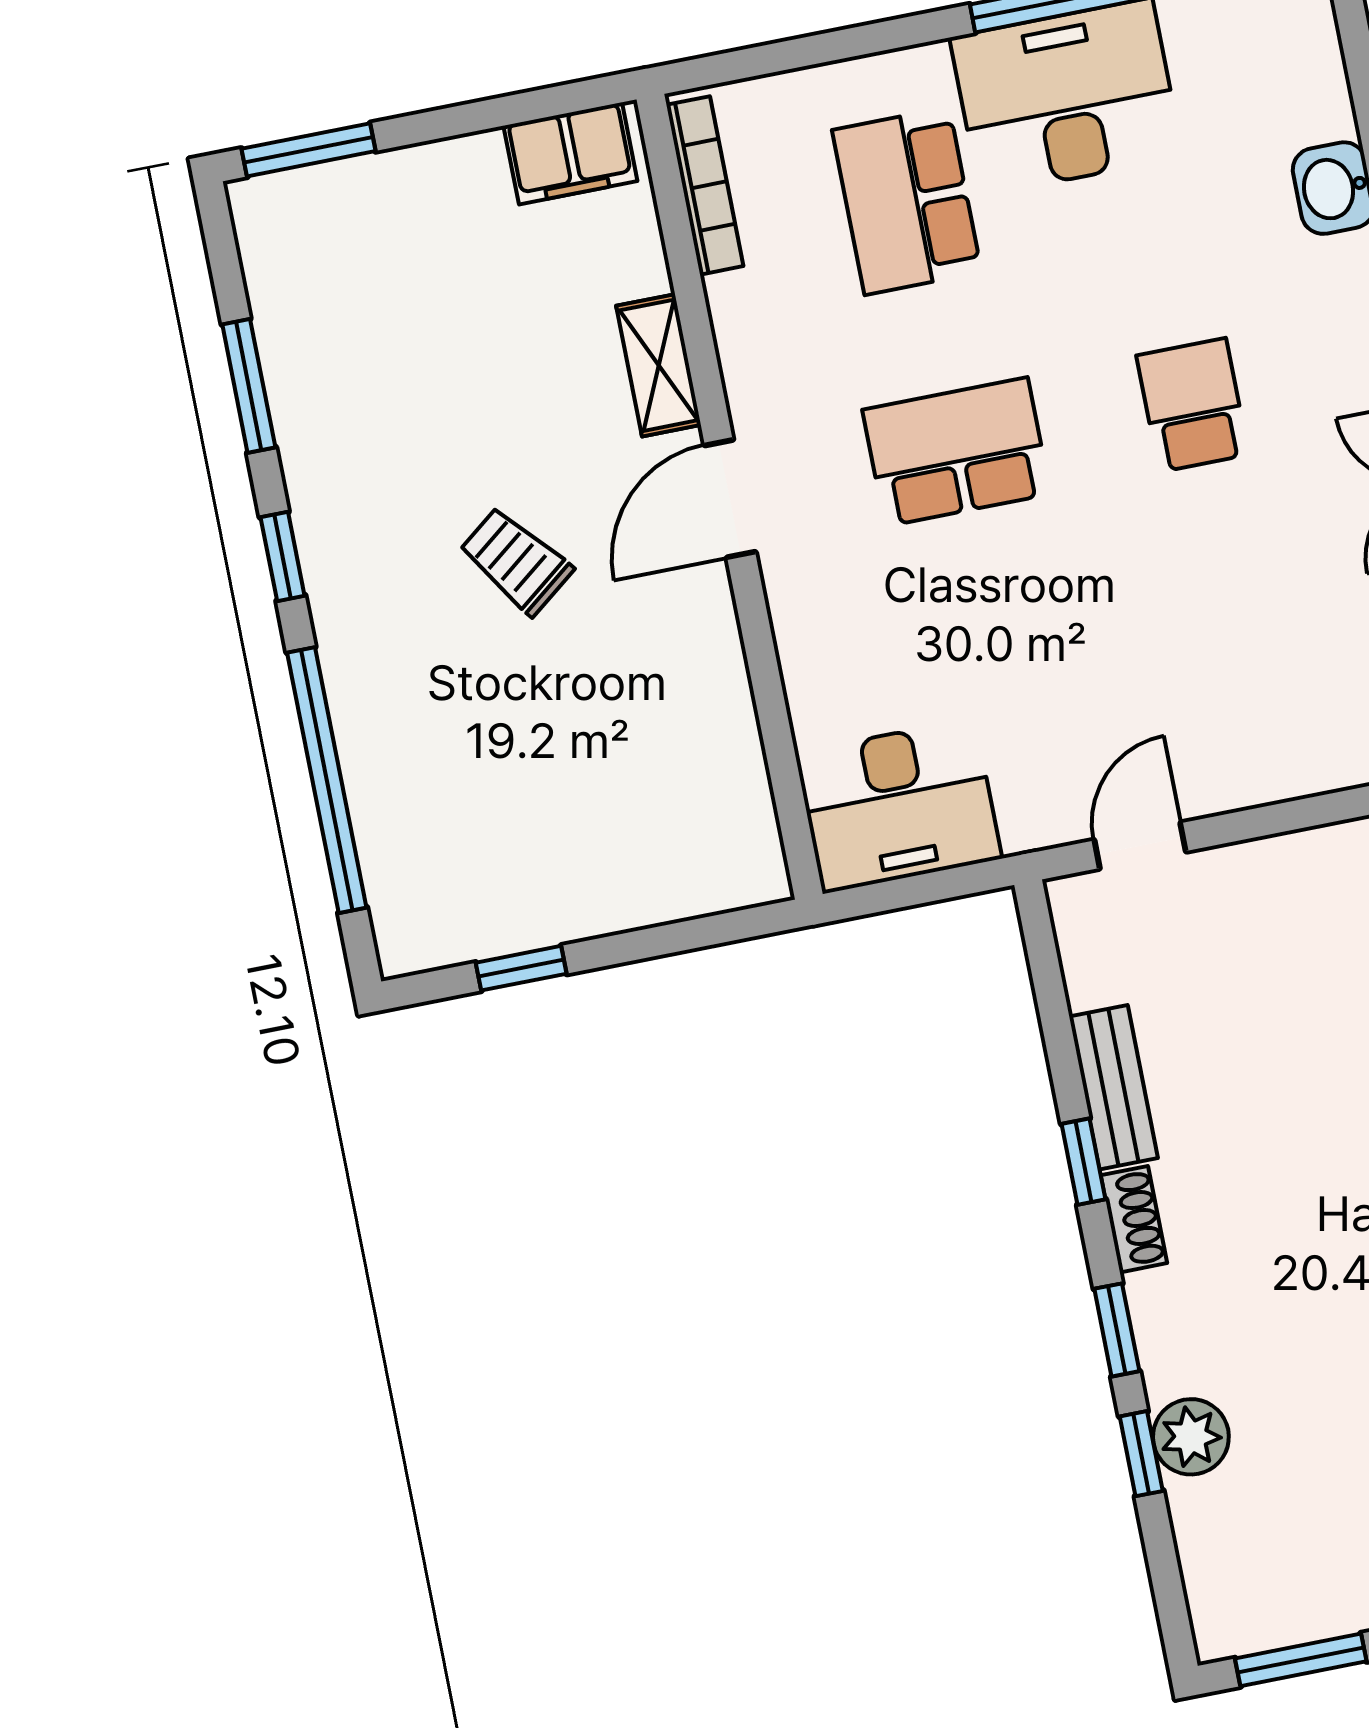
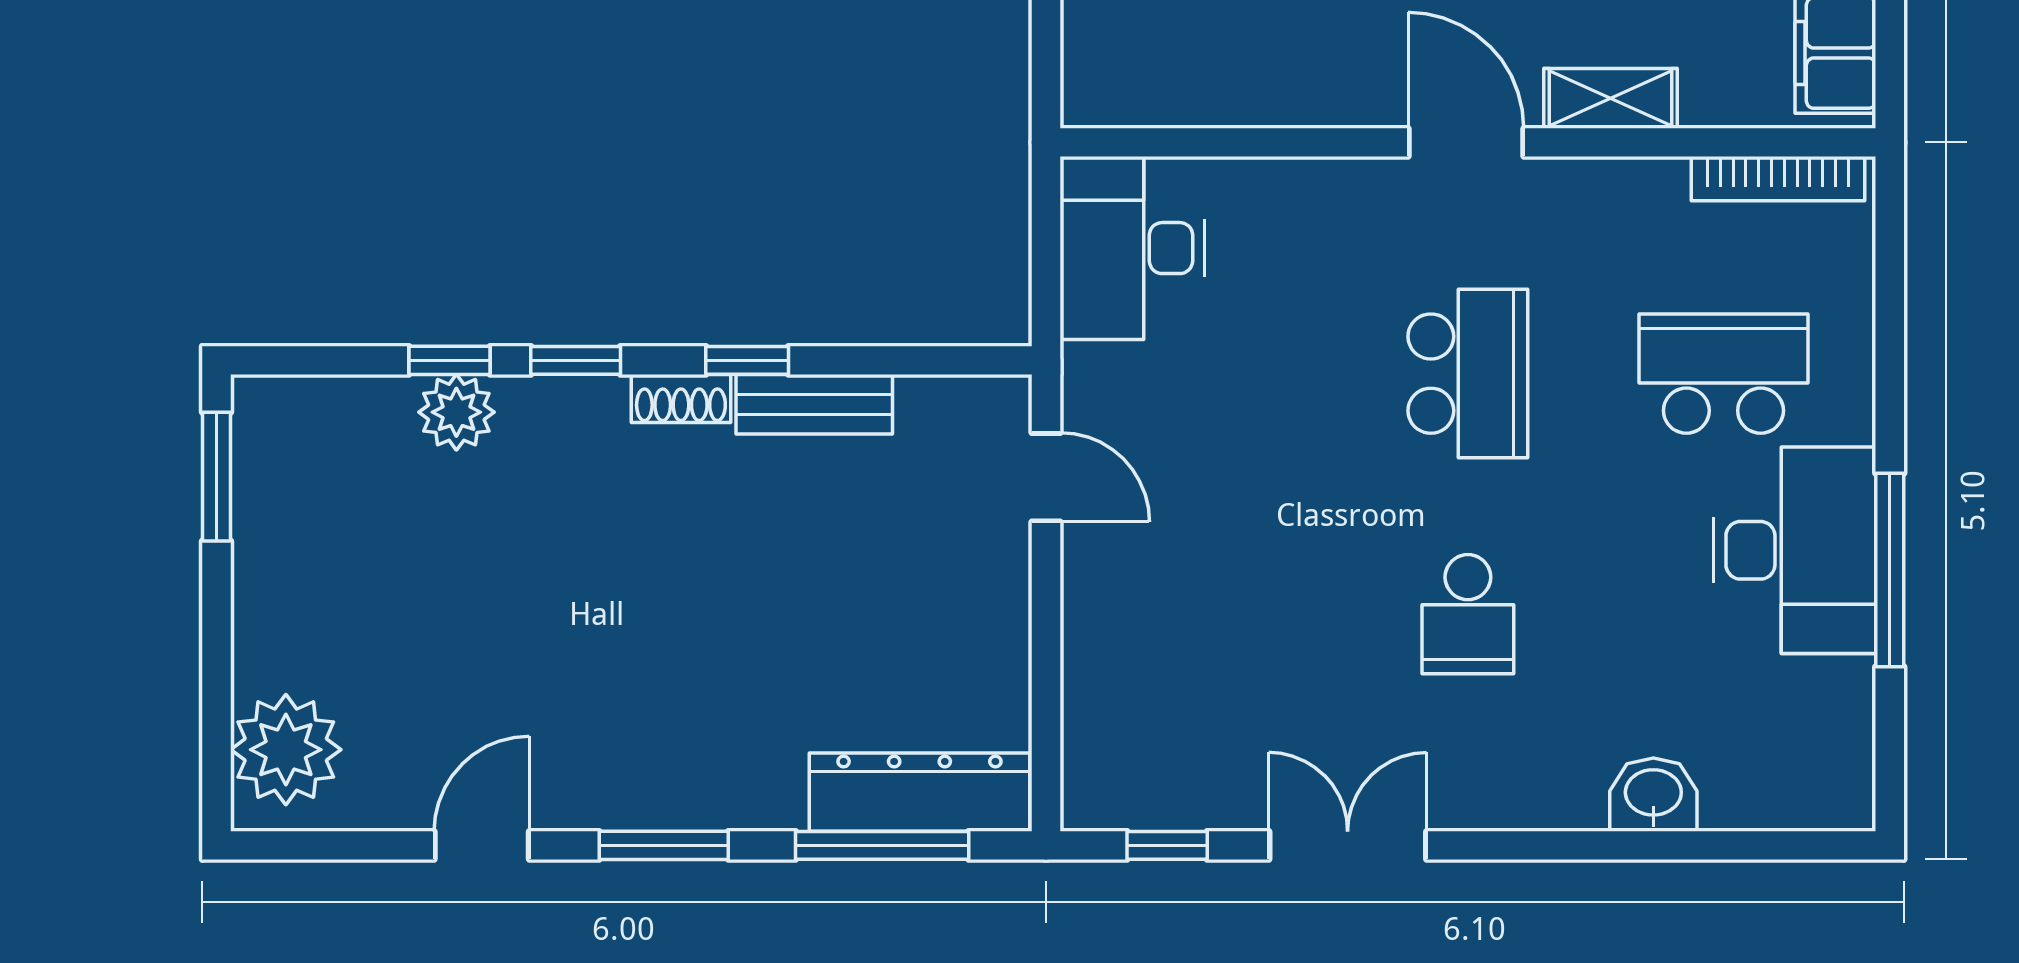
school desk: (1193, 405) -> (1468, 614), turned 90

